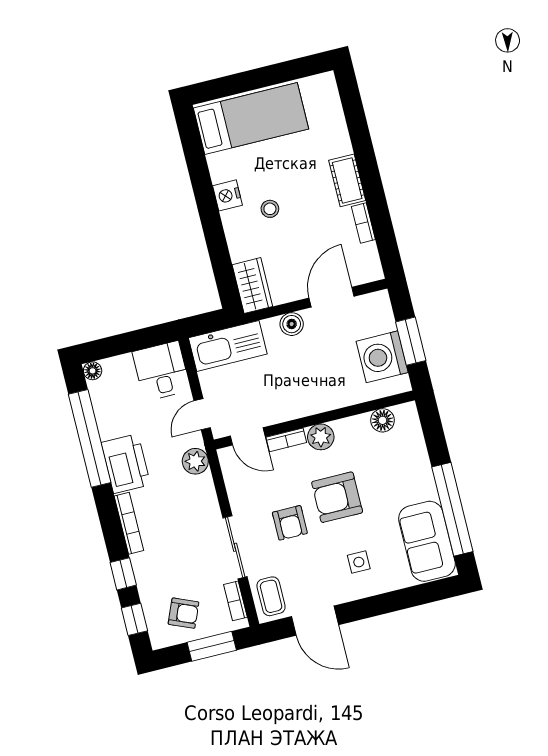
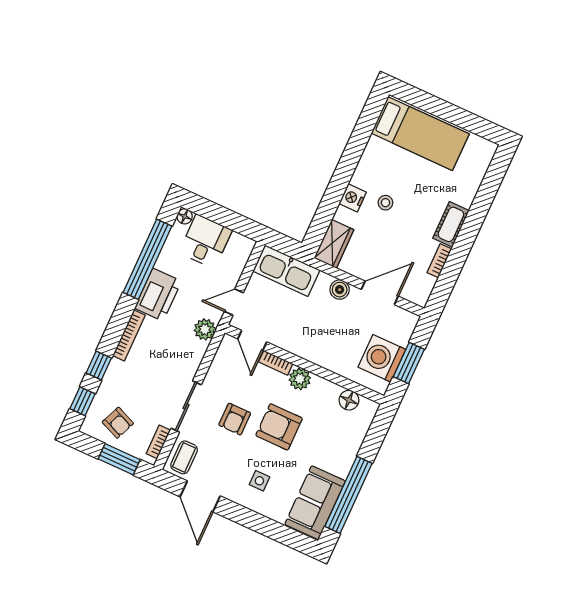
nightstand: (227, 195) -> (353, 198), moved
desk: (161, 371) -> (205, 241), moved

